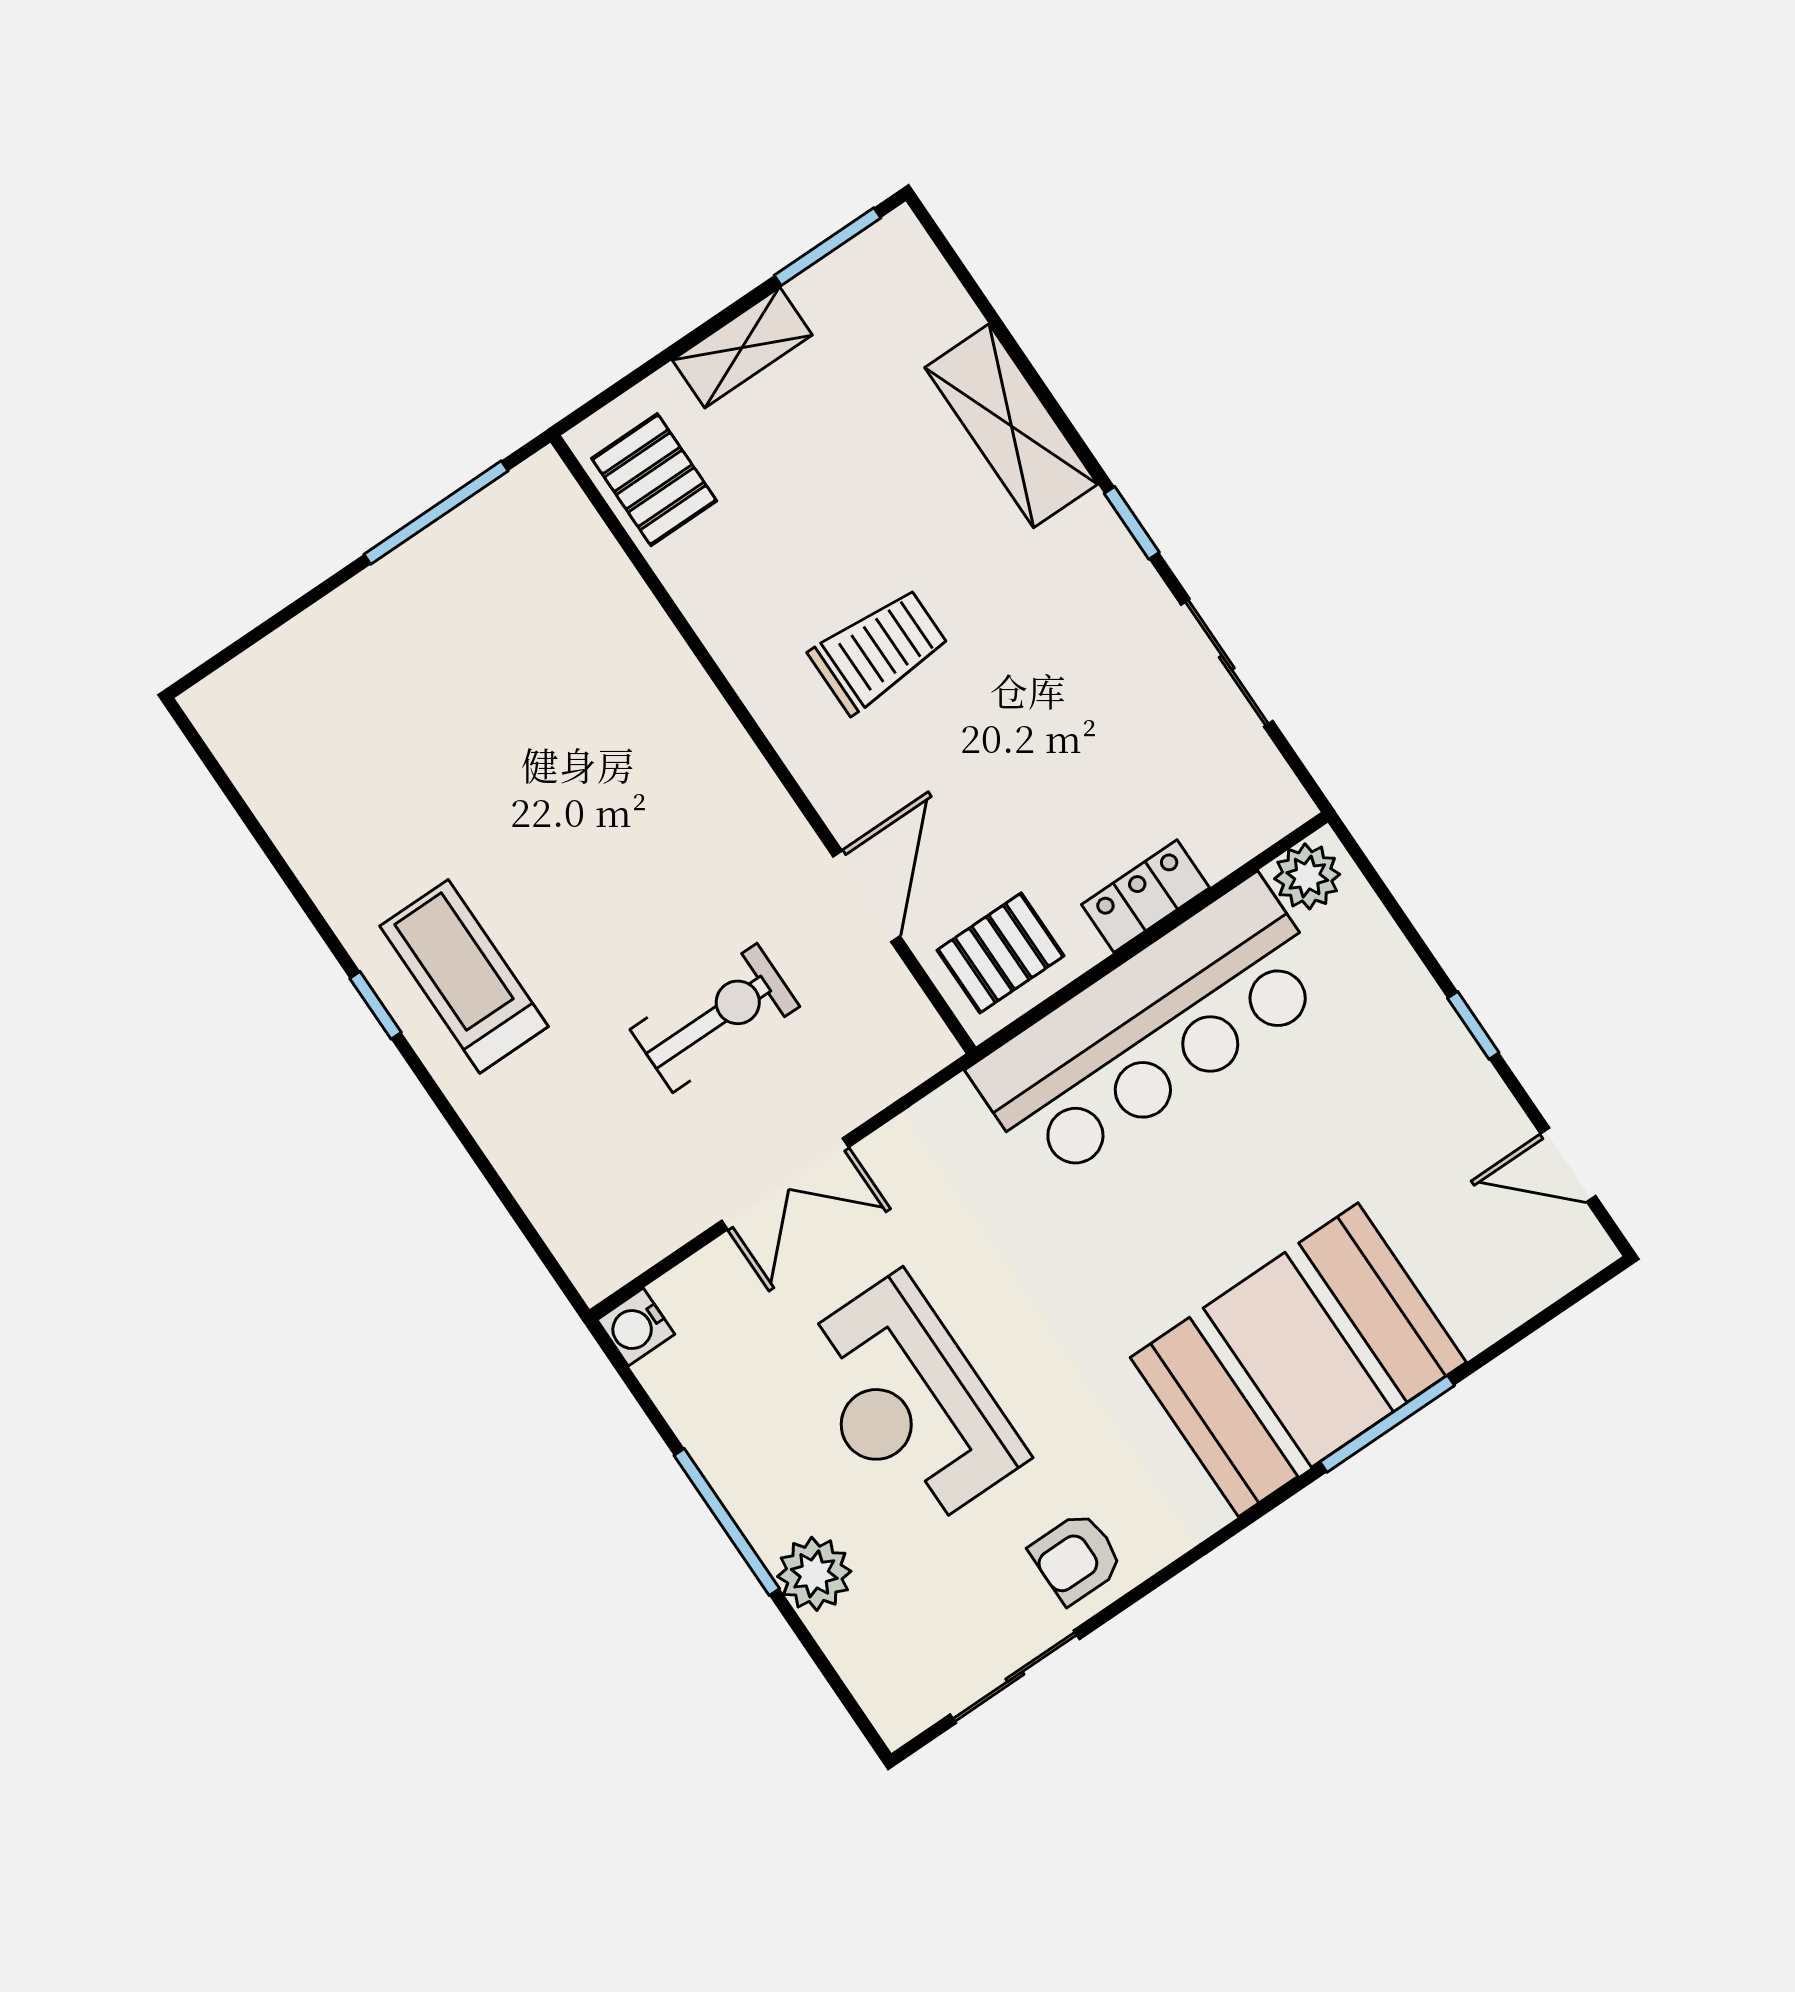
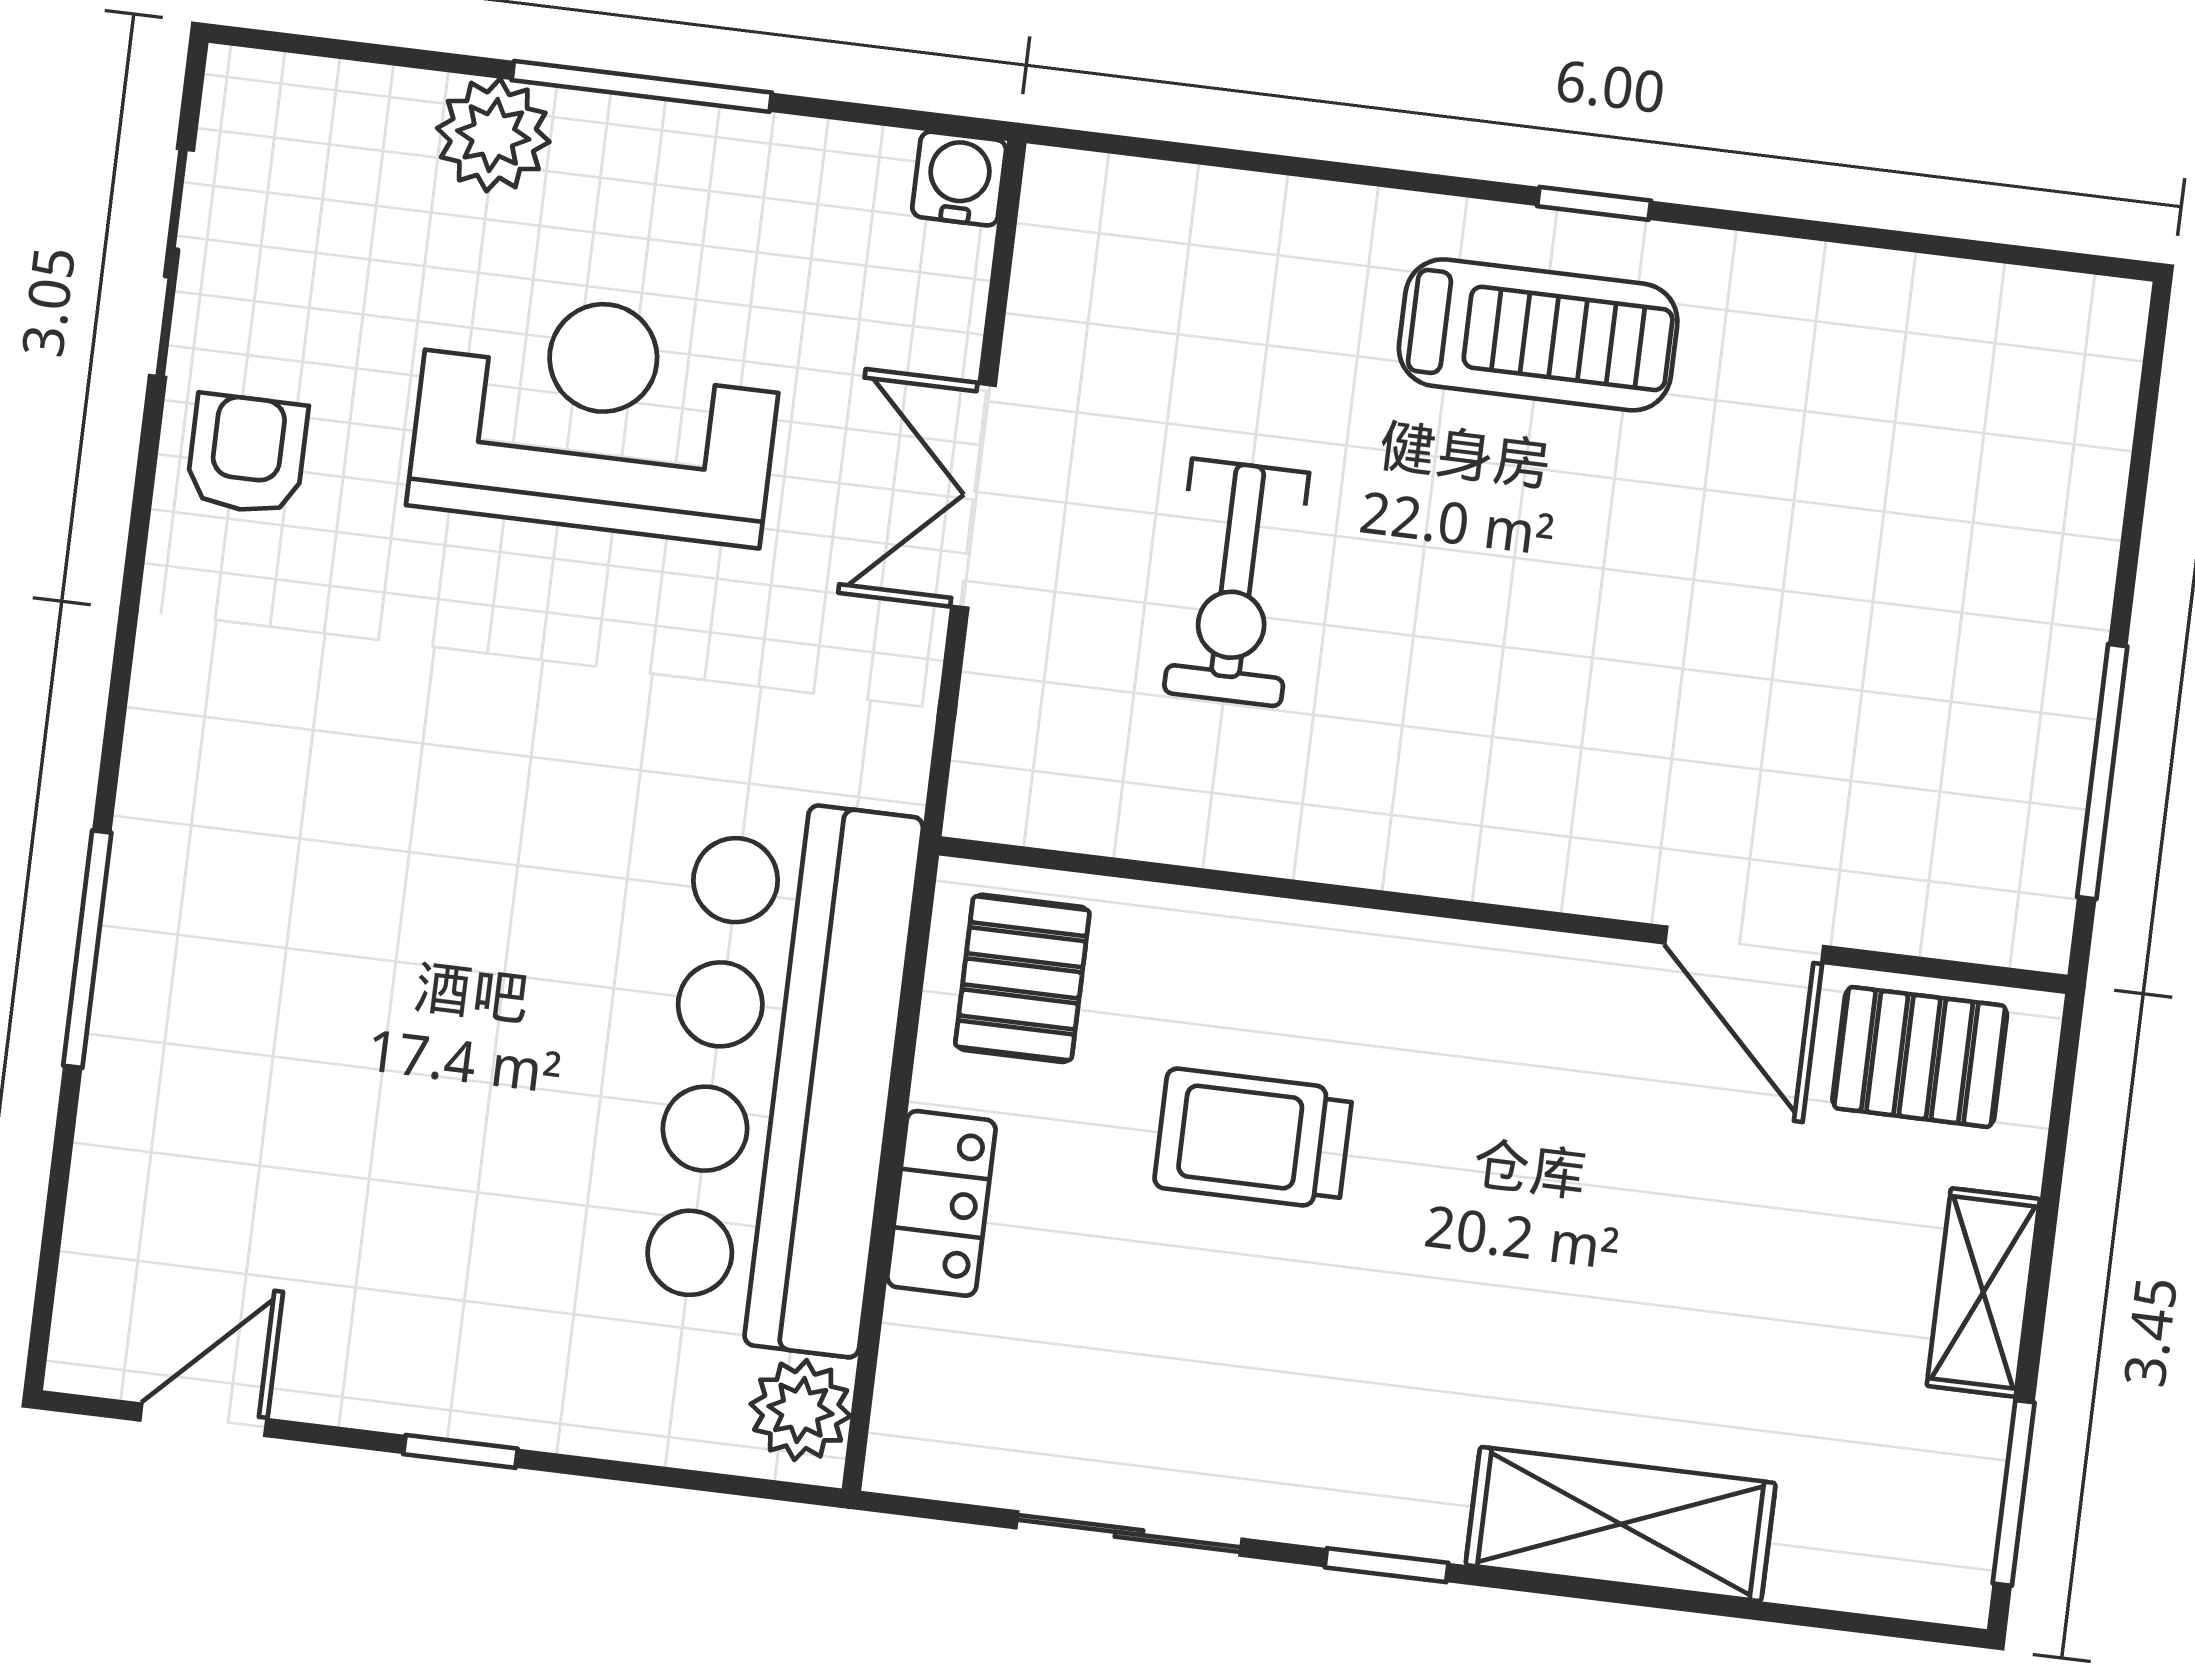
trolley: (879, 651) -> (1253, 1139), moved, turned 90
door: (866, 896) -> (1744, 945), moved
booth: (1298, 1360) -> (251, 911), removed

